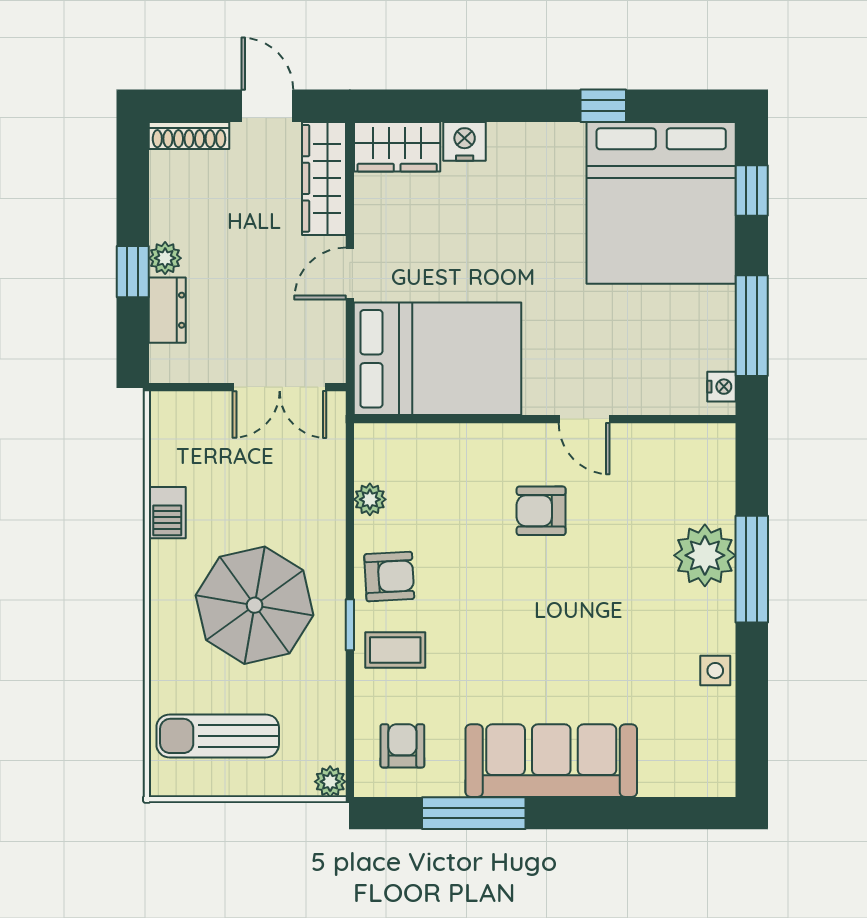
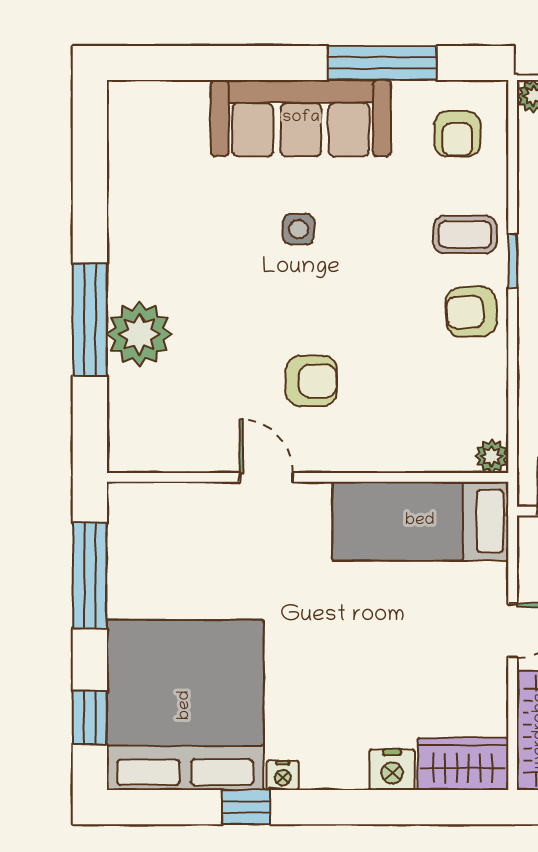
bed: (437, 359) -> (420, 521), width x0.67
nightstand: (722, 387) -> (283, 775), moved, turned -90
plant: (370, 499) -> (492, 456), moved
side table: (715, 671) -> (299, 229), moved

